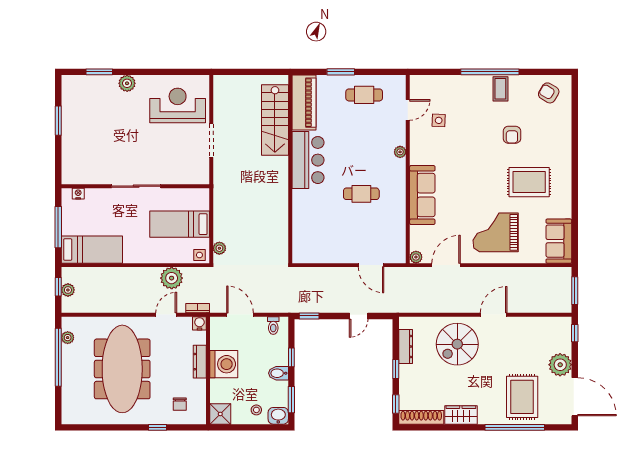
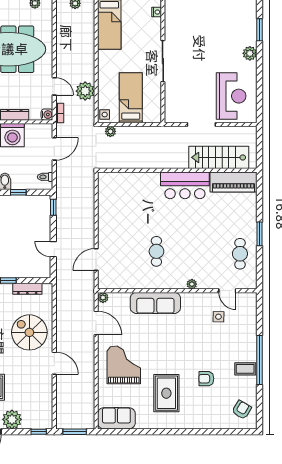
piano: (304, 103) -> (234, 182), moved
stairs: (275, 120) -> (219, 157), moved
bar counter: (308, 160) -> (185, 185), moved
wall: (290, 169) -> (177, 170), moved

